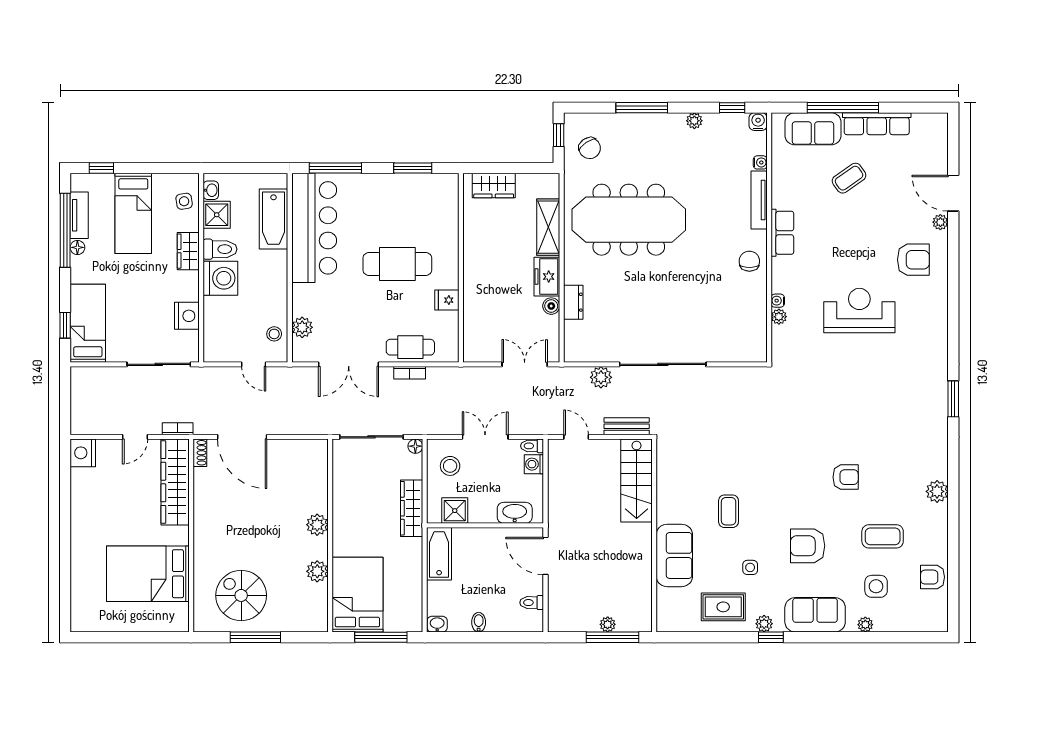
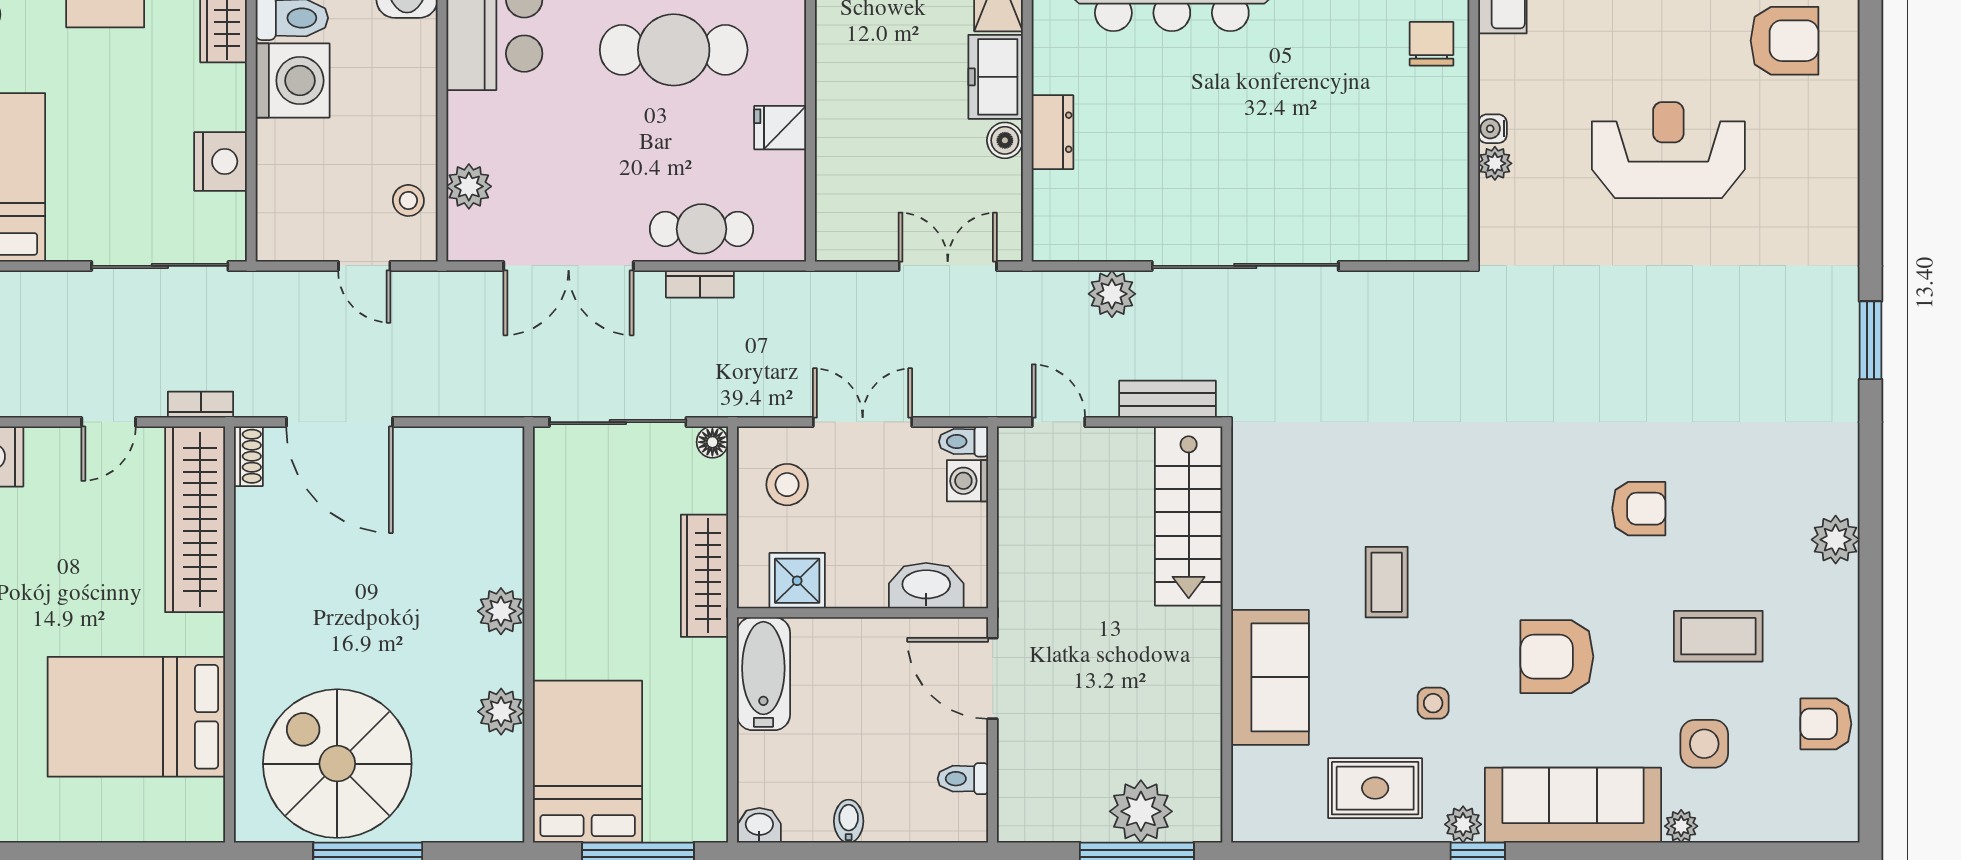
spiral stairs: (241, 595) -> (337, 764), width x1.37, depth x1.37
sofa: (815, 615) -> (1573, 805), width x1.36
plant: (608, 624) -> (1141, 811), width x1.88, depth x1.88

